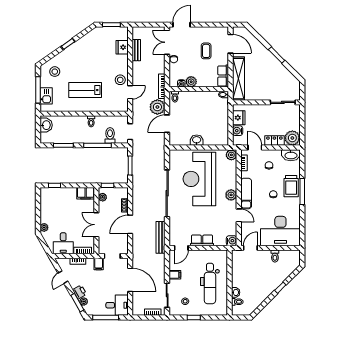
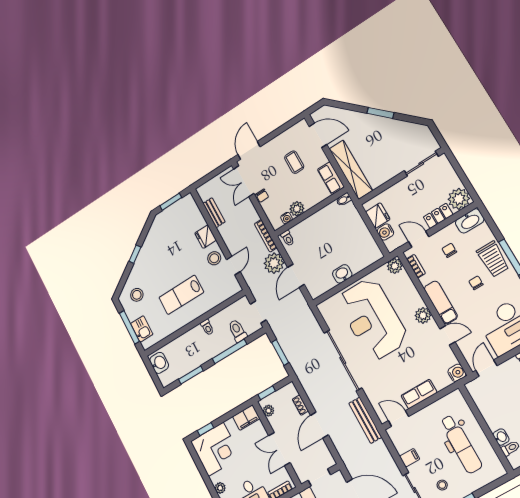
fridge: (122, 47) -> (205, 237), moved
corner desk: (54, 202) -> (216, 449), added
door: (181, 248) -> (398, 419), swing flipped

